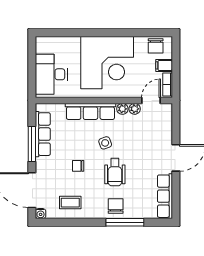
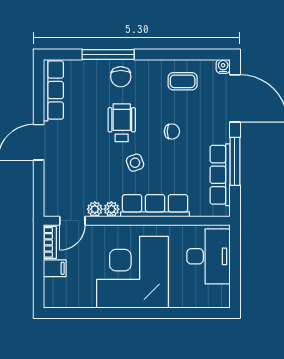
chair: (156, 46) -> (66, 295), removed

